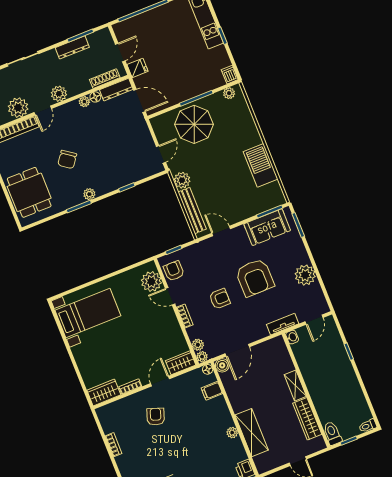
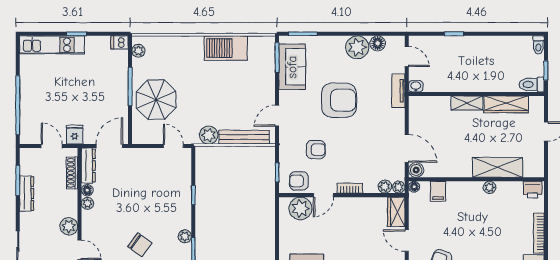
floor lamp: (315, 291) -> (378, 43), added
armchair: (220, 299) -> (316, 150), moved, turned 90

